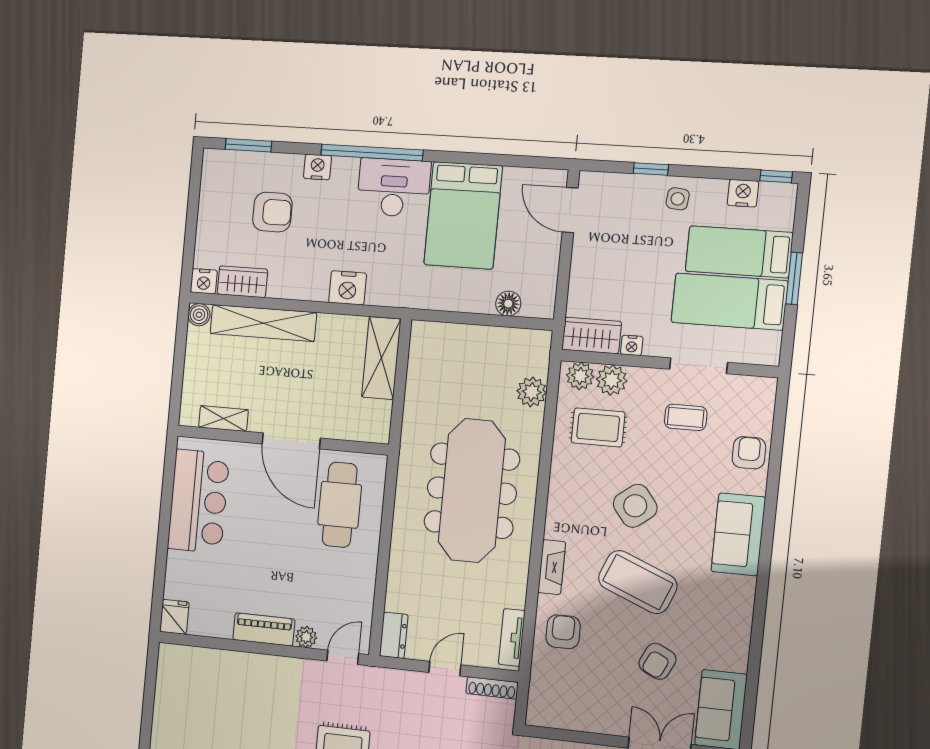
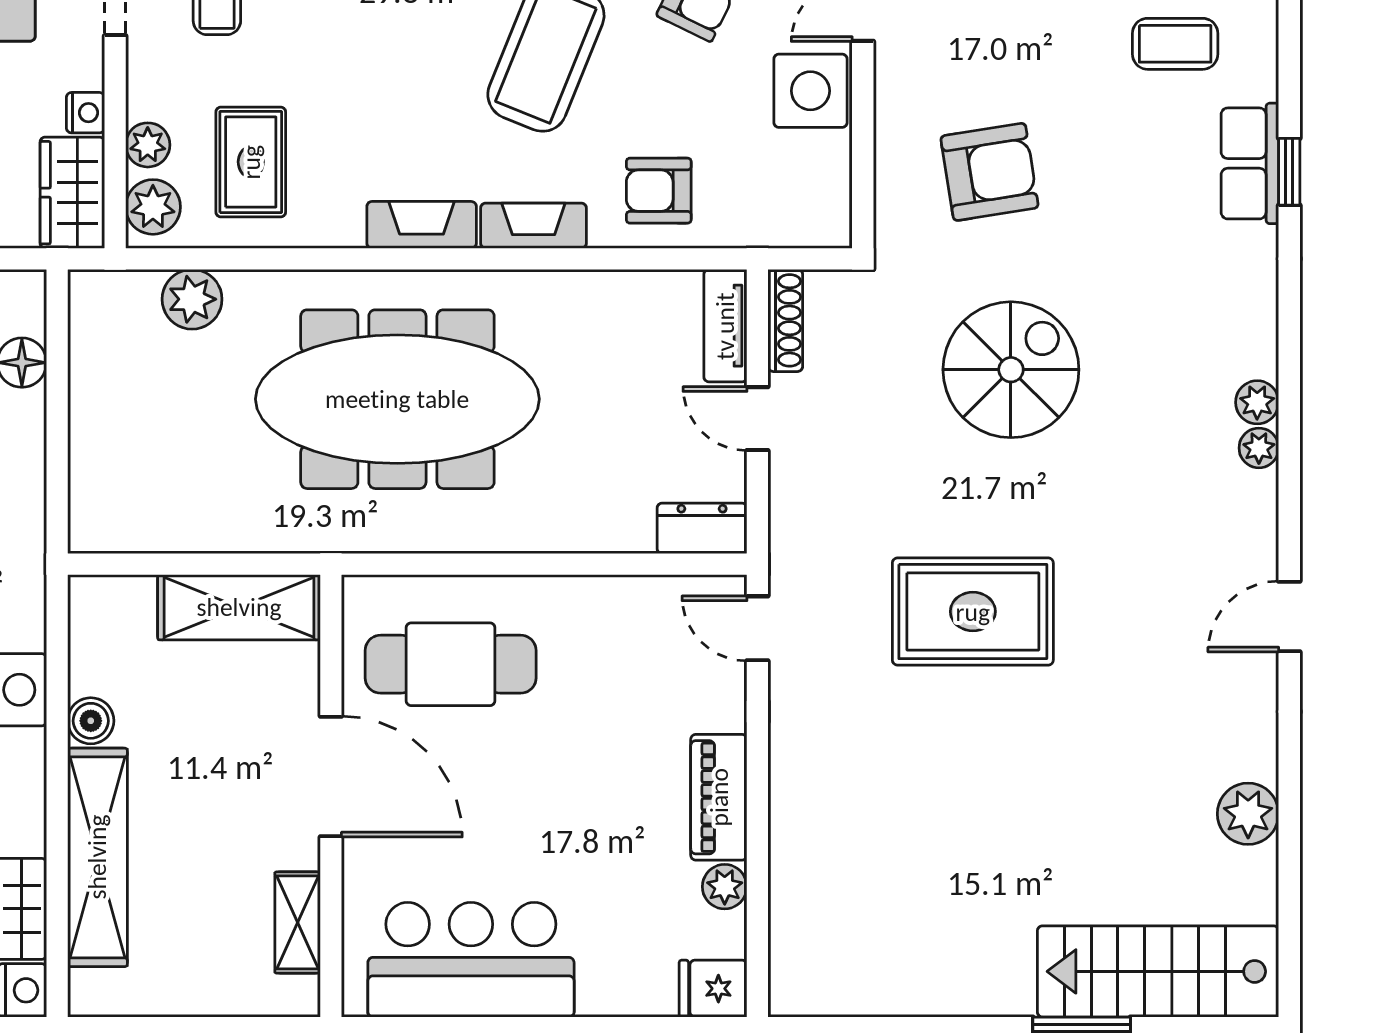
boiler: (199, 315) -> (91, 721), moved
shelving: (381, 358) -> (239, 607), moved
plant: (612, 380) -> (148, 145), width x0.73, depth x0.73
door: (291, 441) -> (331, 777), hinge flipped
side table: (635, 506) -> (810, 91), moved, turned 38
fireplace: (558, 511) -> (422, 225), added
plant: (306, 637) -> (725, 887), moved
tv unit: (512, 637) -> (725, 326), moved, turned 90

